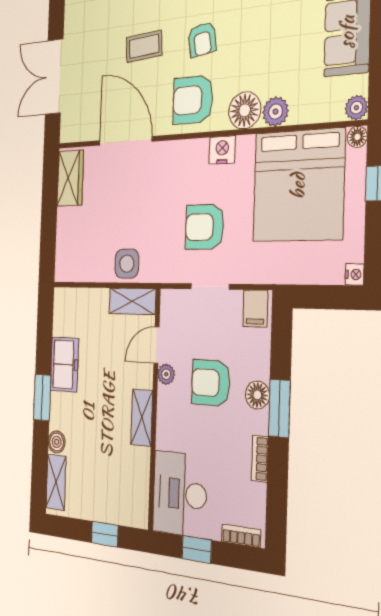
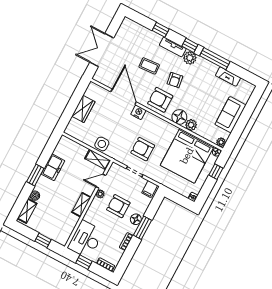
nightstand: (222, 150) -> (138, 112), moved
wardrobe: (70, 178) -> (83, 109), moved

